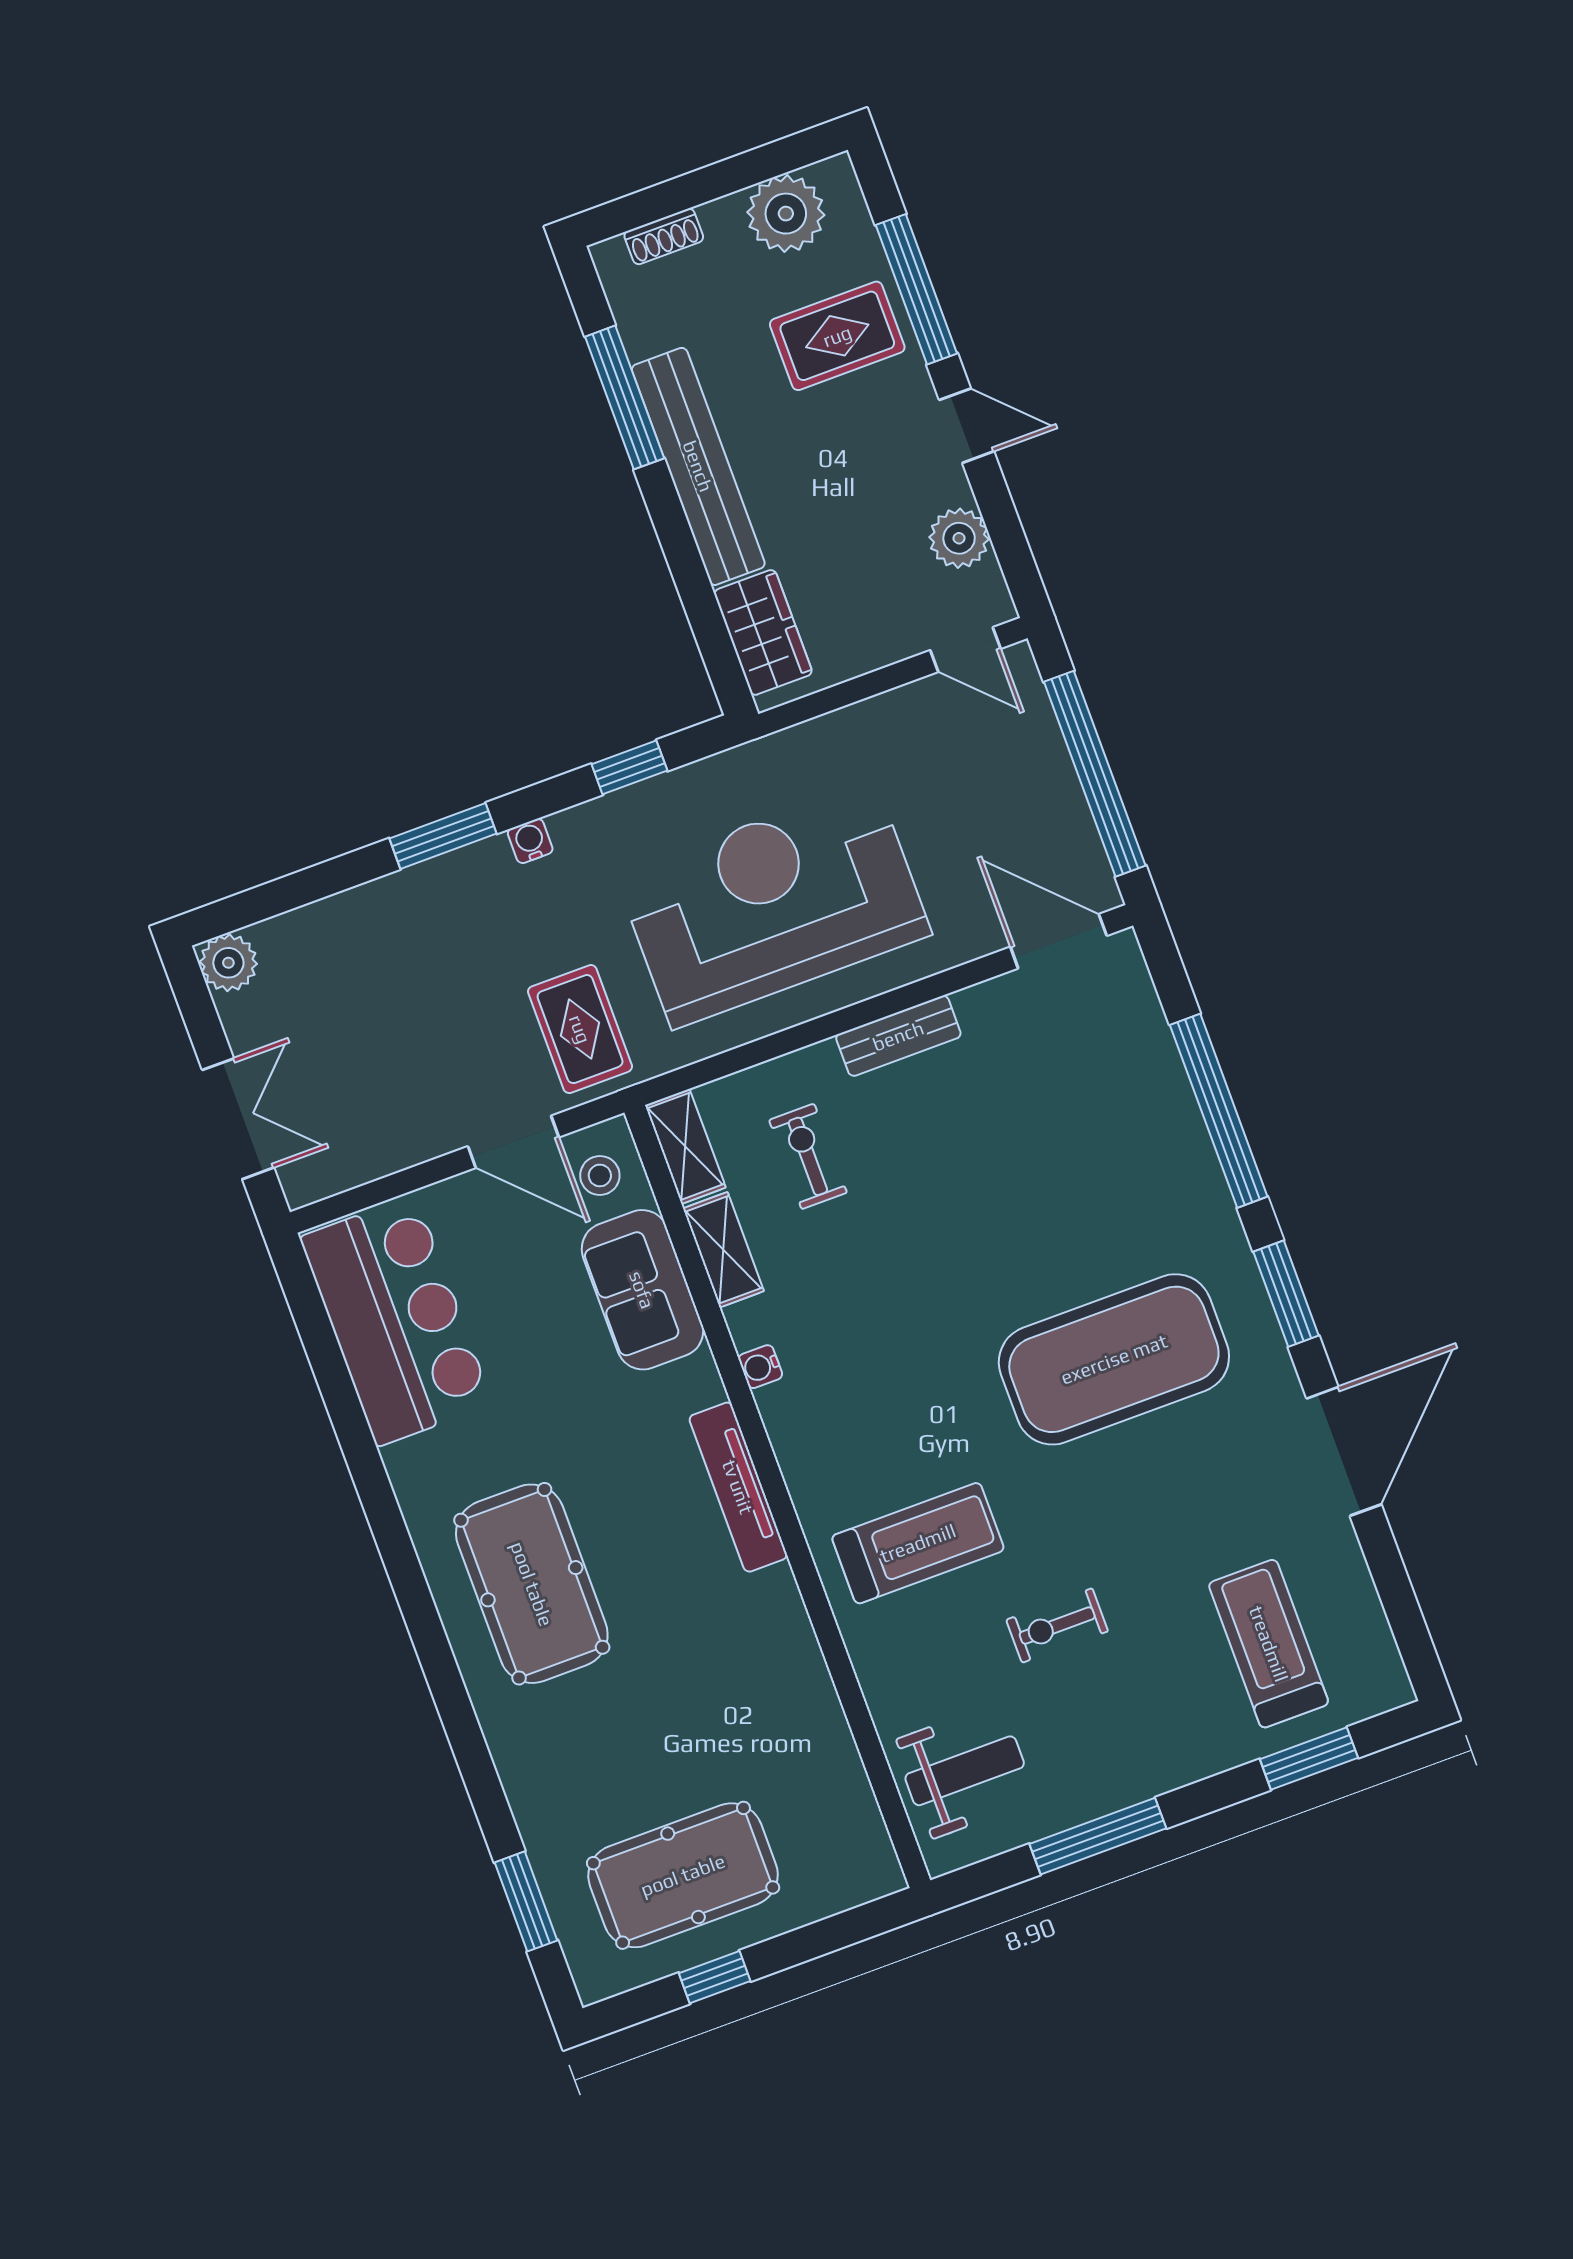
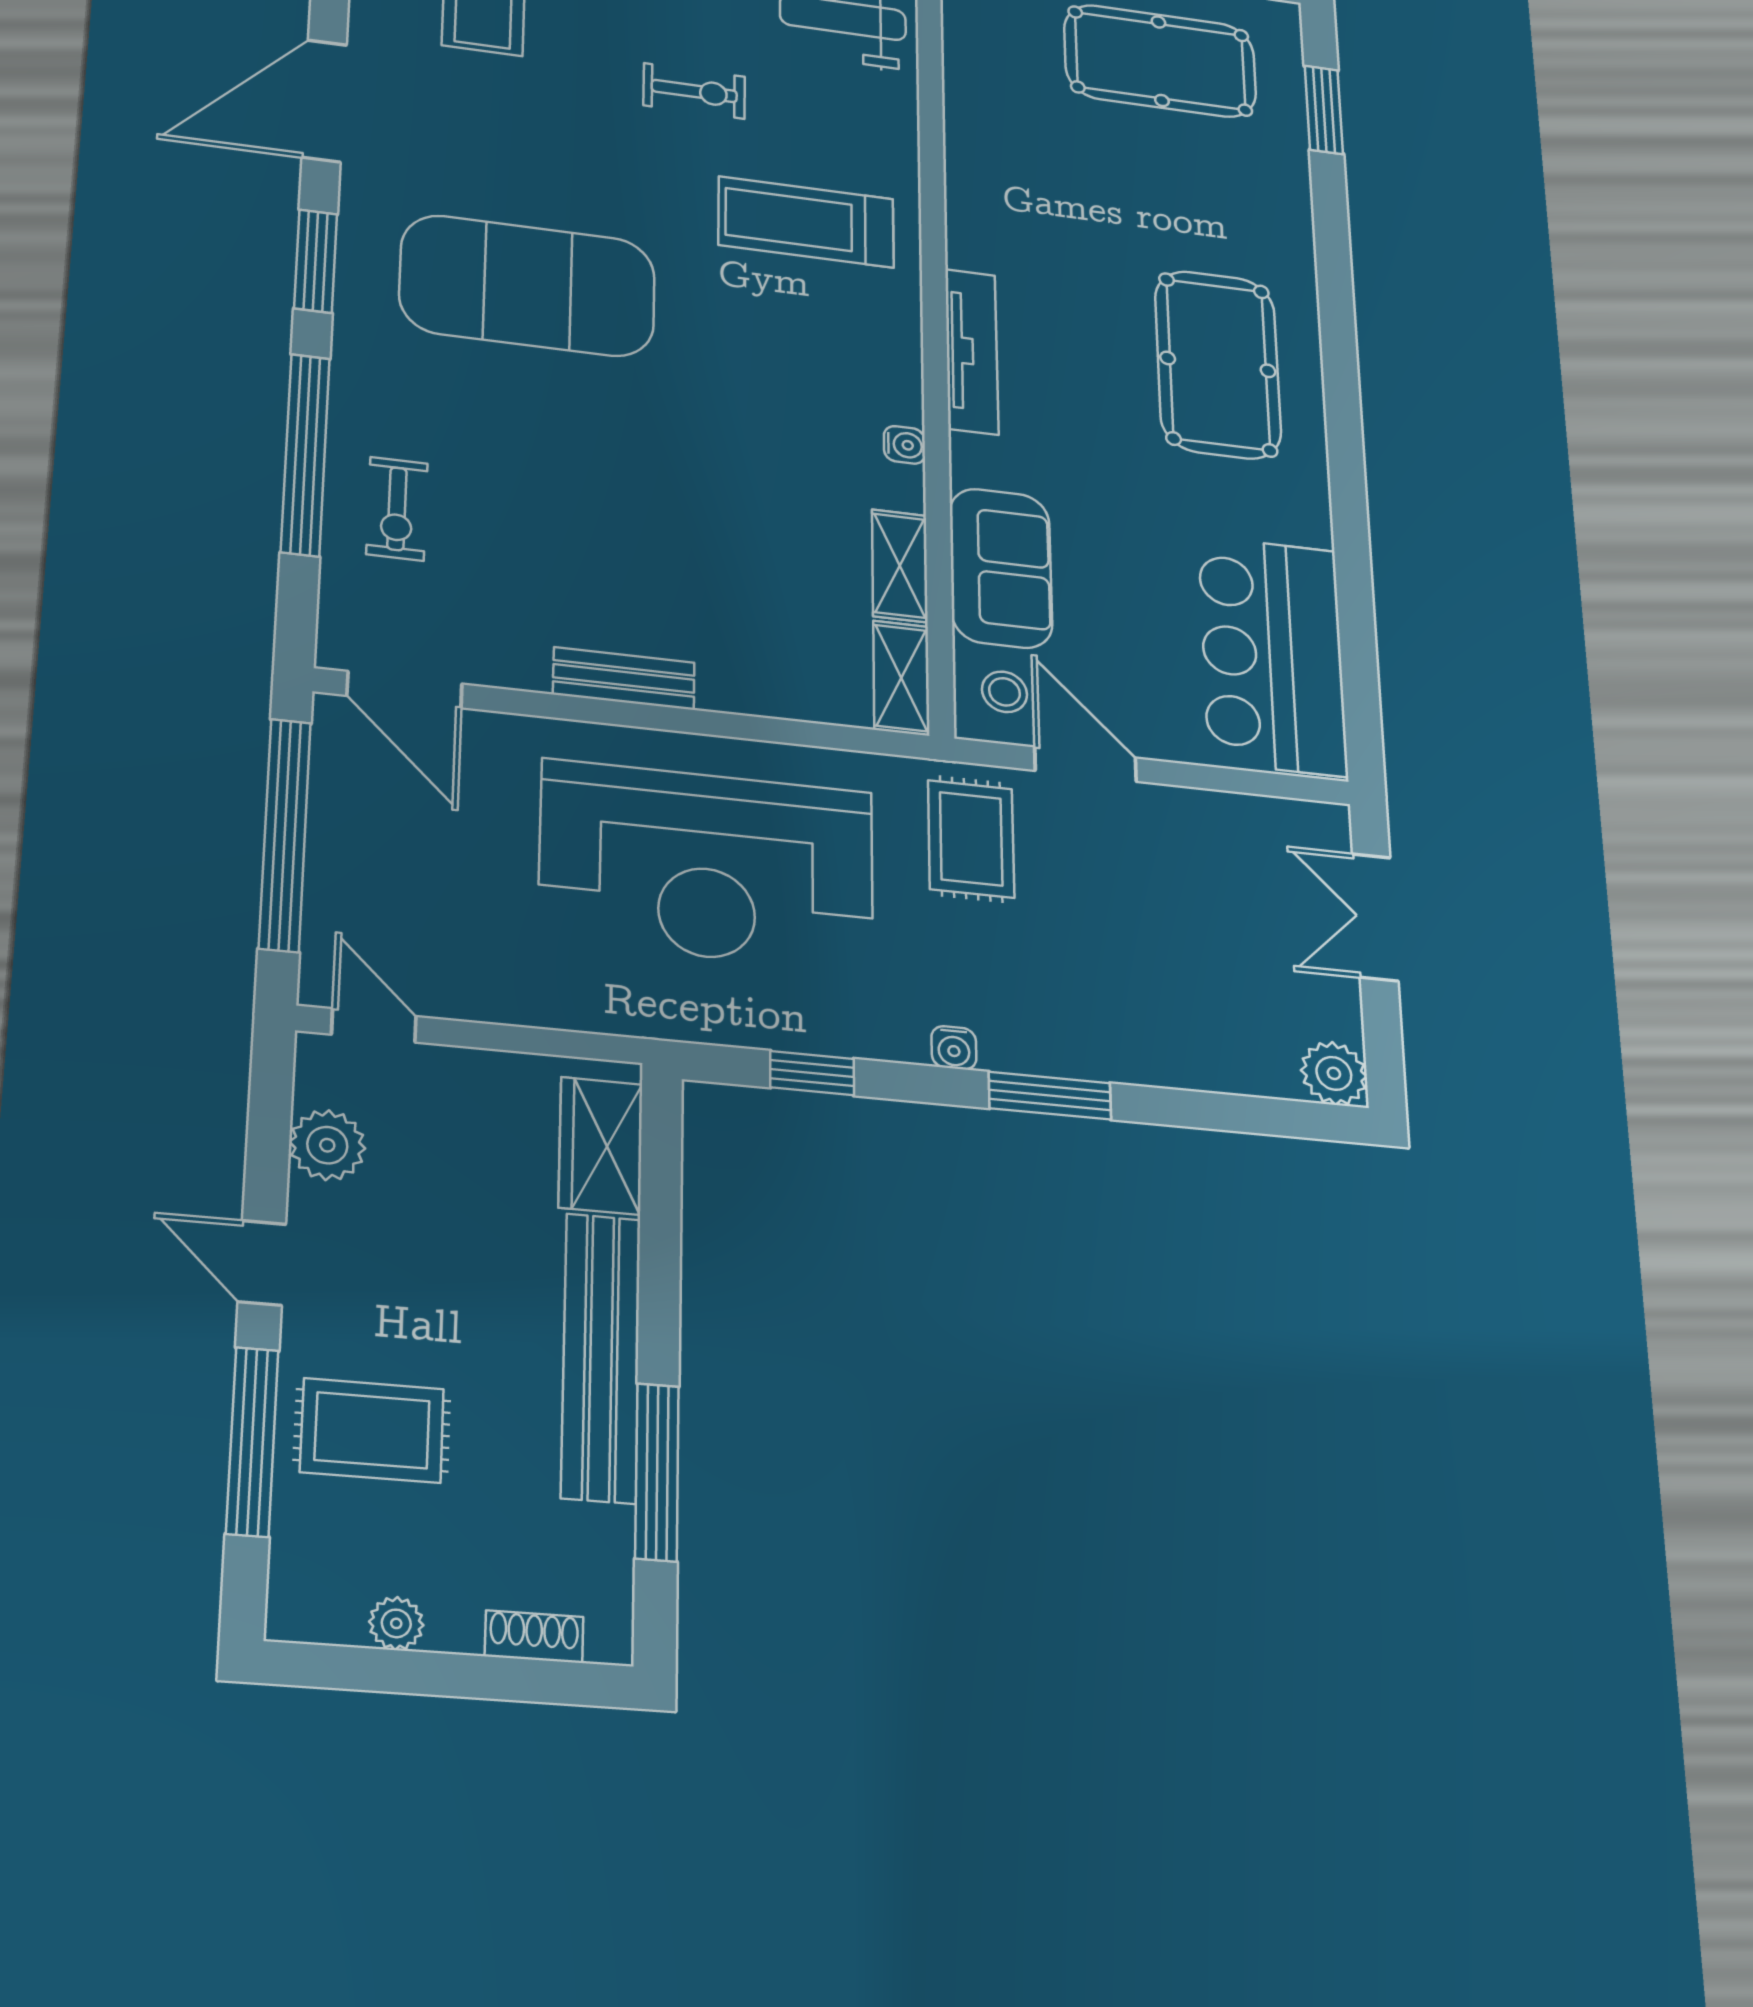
plant: (786, 214) -> (396, 1623), width x0.53, depth x0.53
exercise bike: (808, 1156) -> (397, 509), moved

